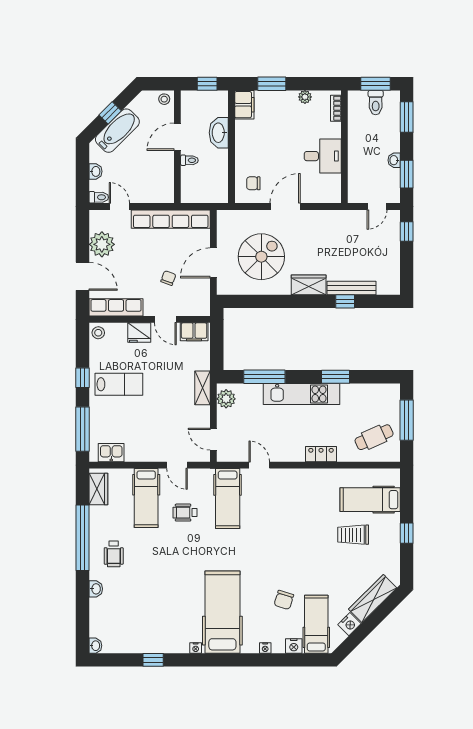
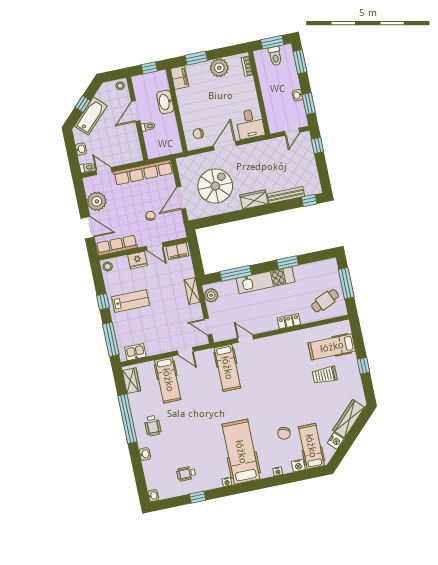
plant: (305, 97) -> (219, 68), width x1.87, depth x1.87
desk: (323, 156) -> (250, 124), moved, turned 90
window: (345, 301) -> (309, 201), moved
wheelchair: (185, 513) -> (186, 474), moved

